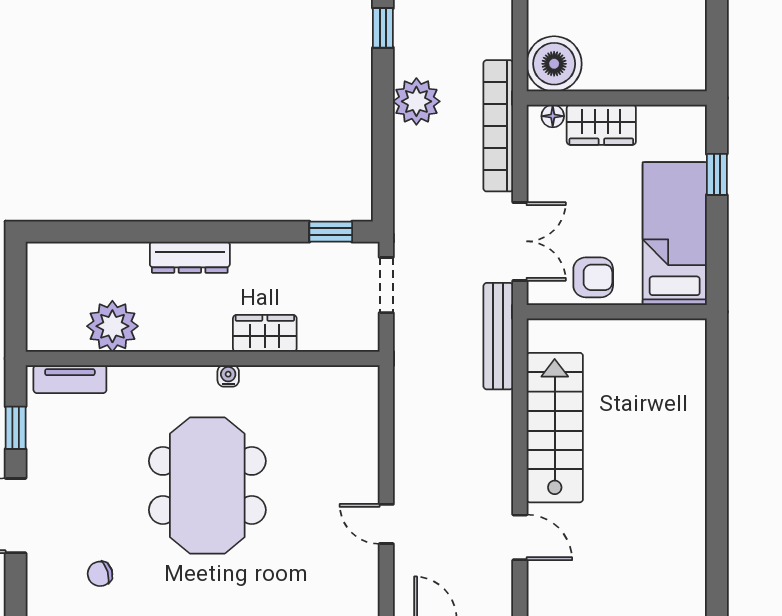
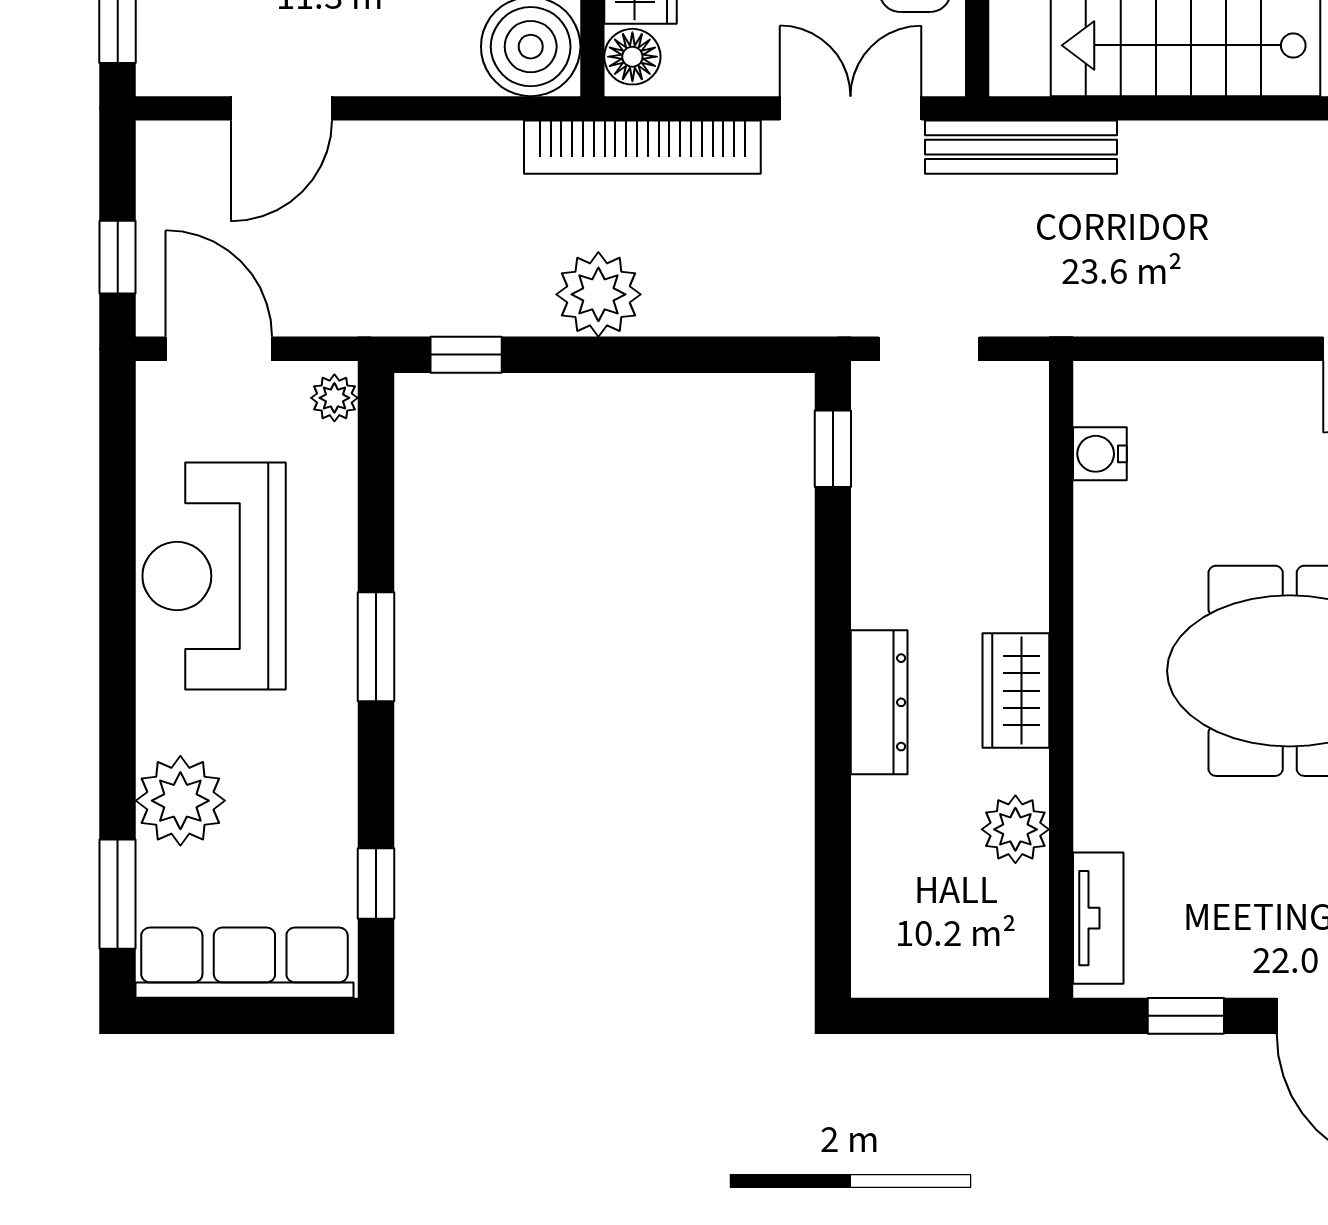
floor lamp: (553, 116) -> (632, 57), width x1.37, depth x1.37
plant: (112, 326) -> (1015, 829), width x0.73, depth x0.73
wardrobe: (265, 333) -> (1016, 691), moved
water cooler: (228, 376) -> (1100, 454), moved, width x1.38, depth x1.38

